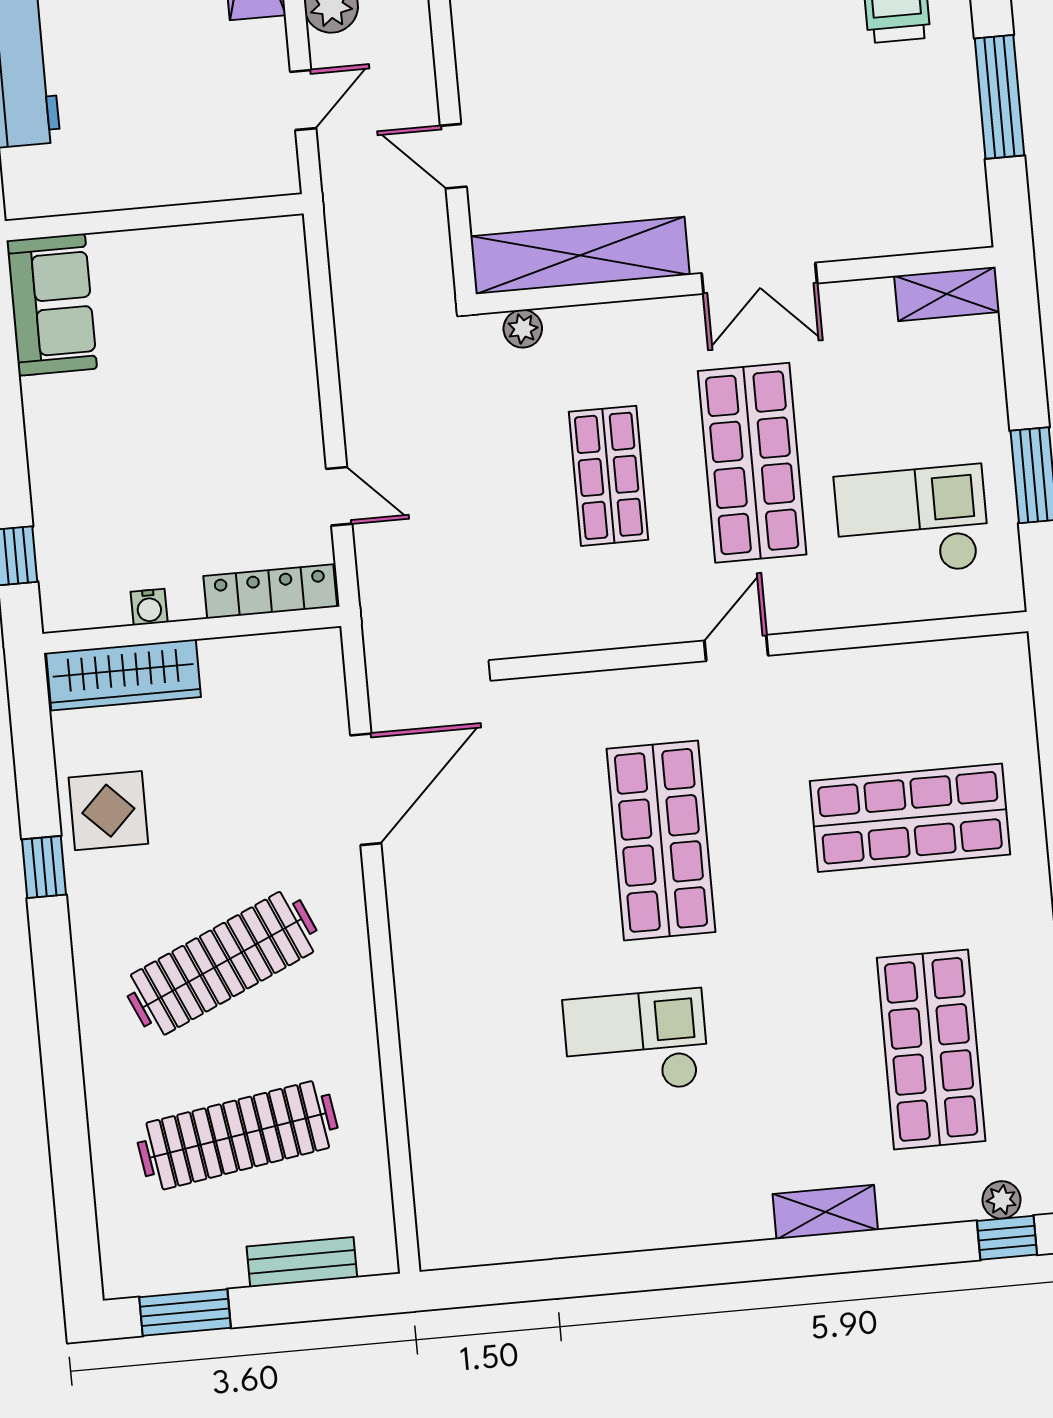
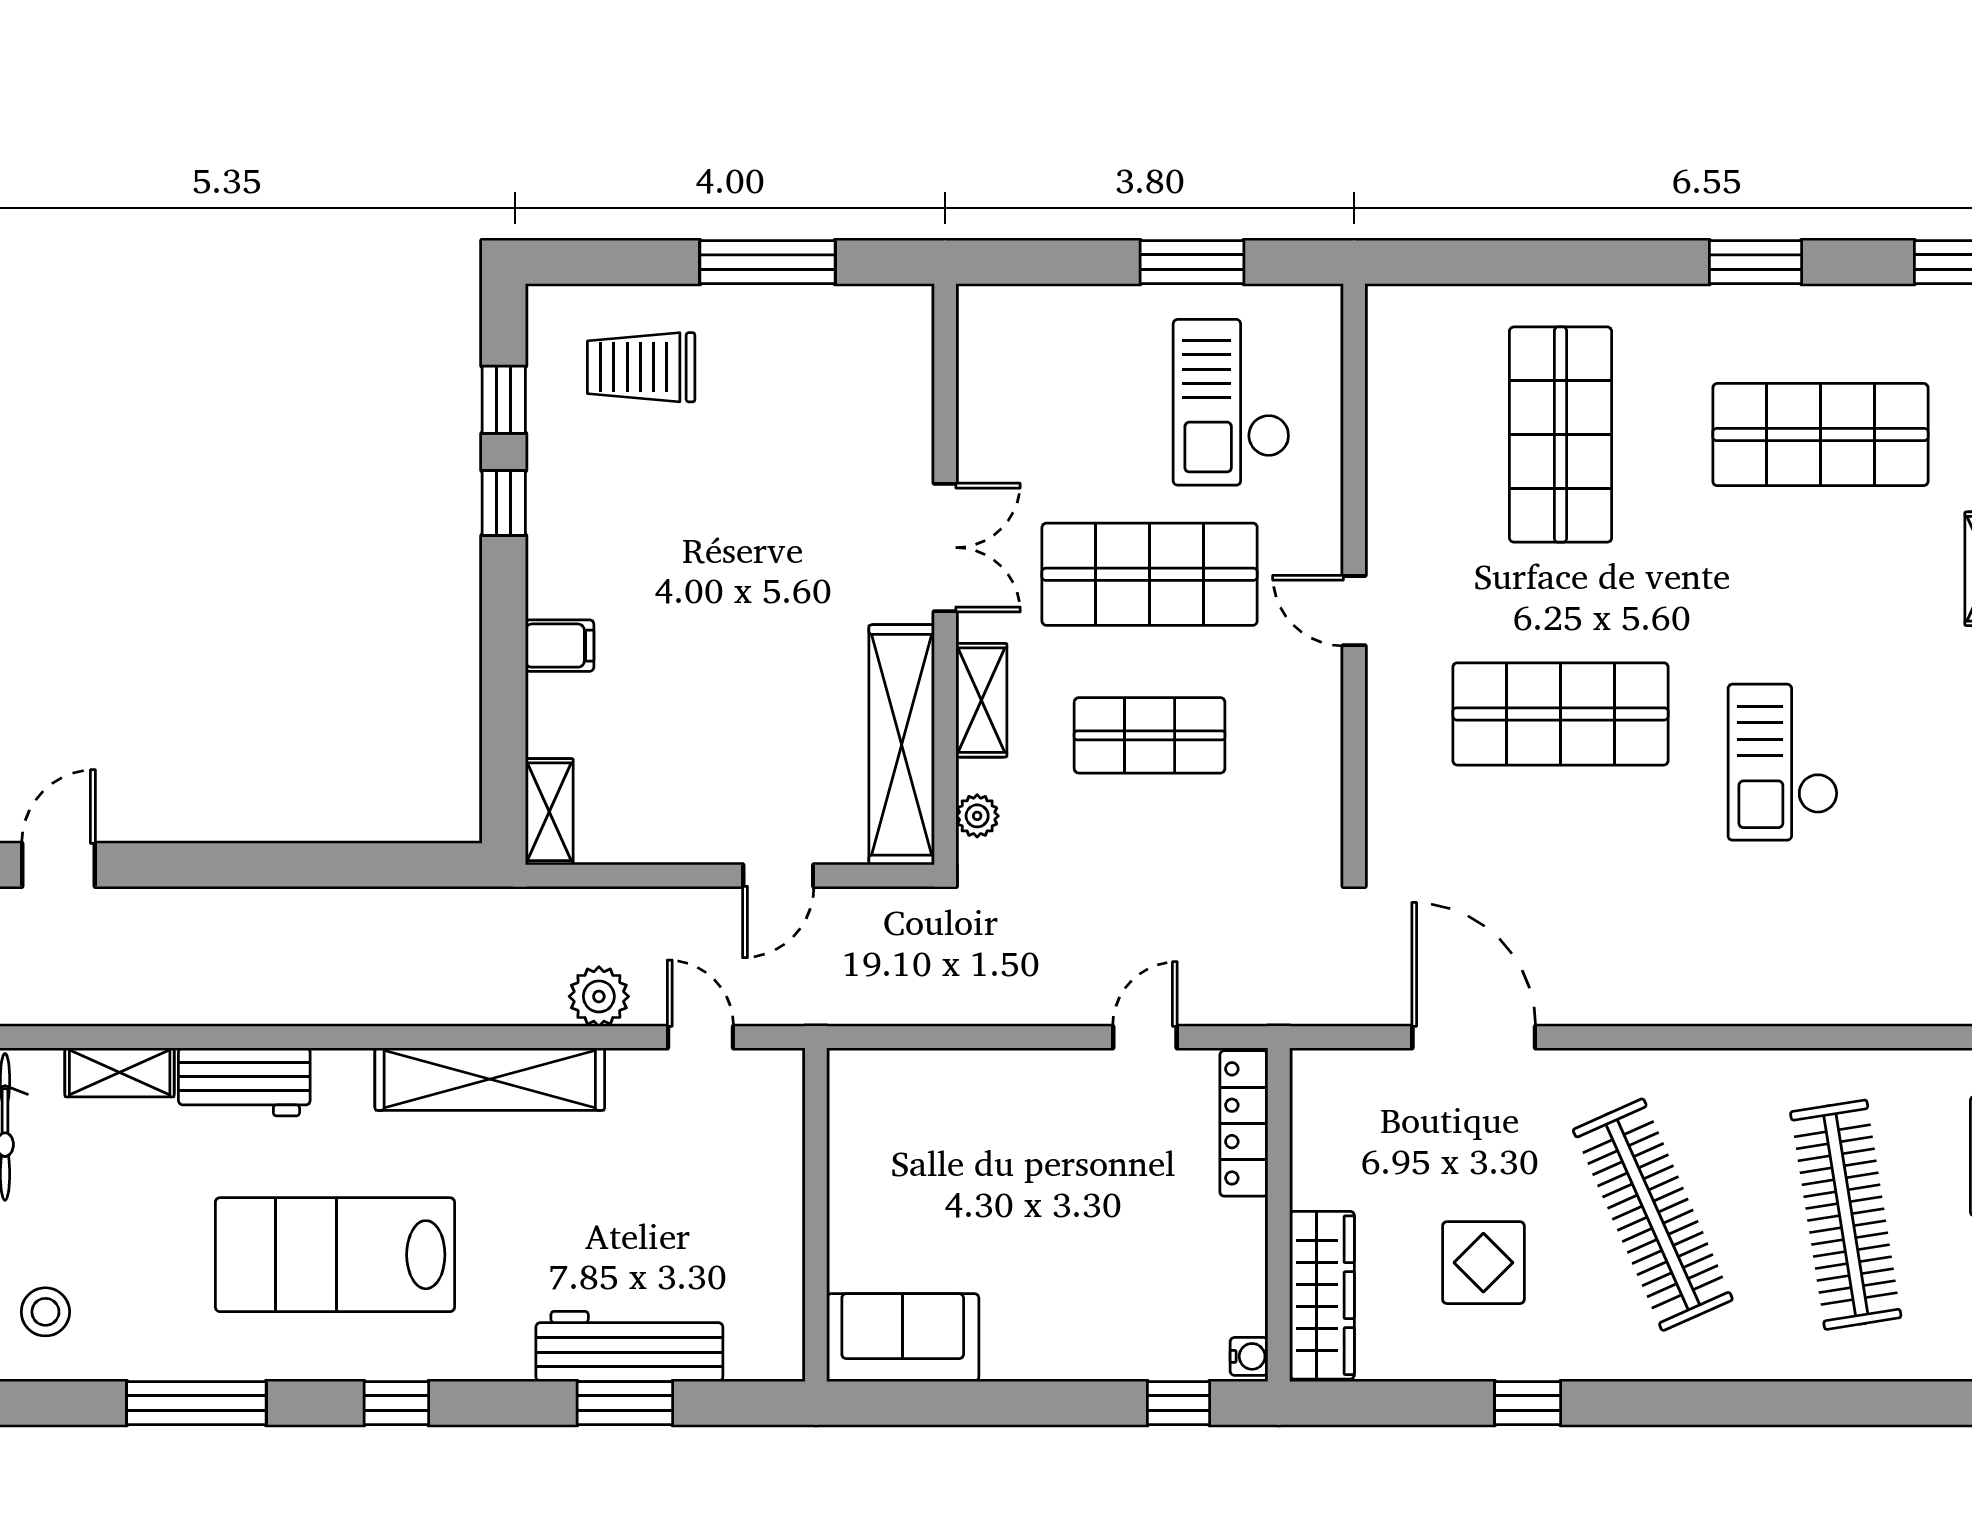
shelving: (947, 294) -> (981, 700), moved
water cooler: (149, 607) -> (1249, 1356), moved
display table: (108, 811) -> (1483, 1263), moved

